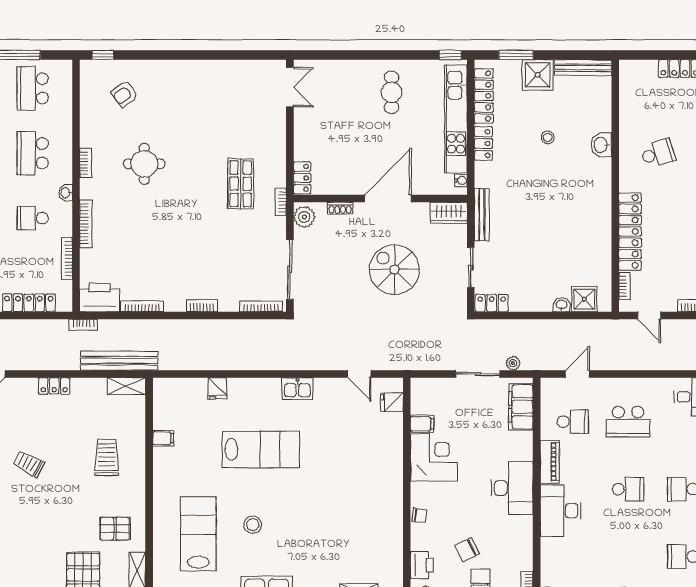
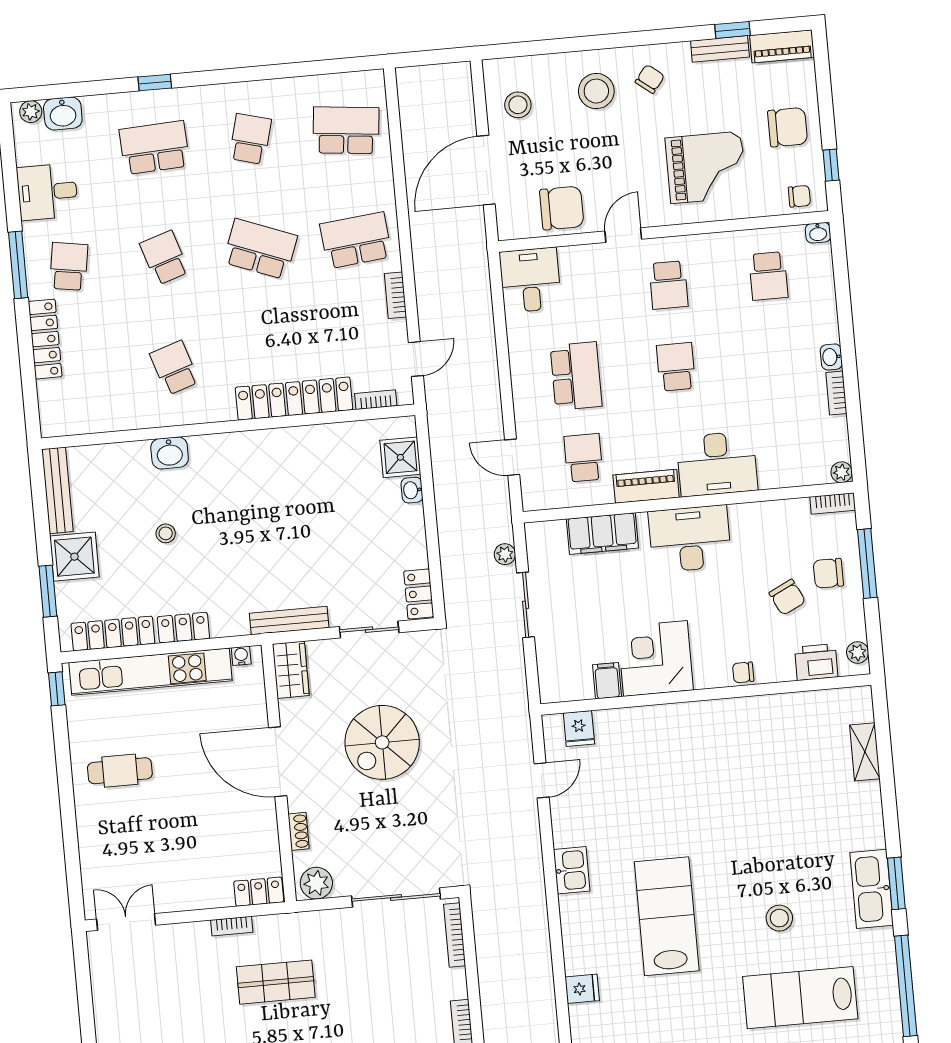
bookcase: (281, 202) -> (232, 926), moved
filing cabinet: (521, 407) -> (602, 534), moved
chair: (419, 515) -> (743, 672), turned -97

